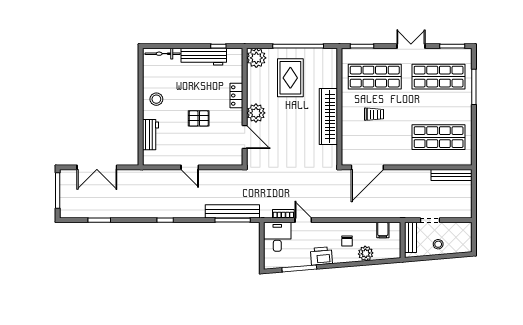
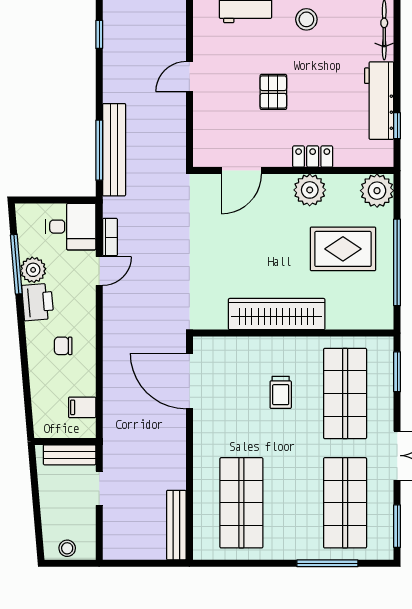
plant: (256, 113) -> (310, 190), moved
stool: (438, 244) -> (67, 548), moved
plant: (366, 253) -> (33, 270), moved

